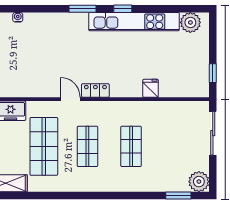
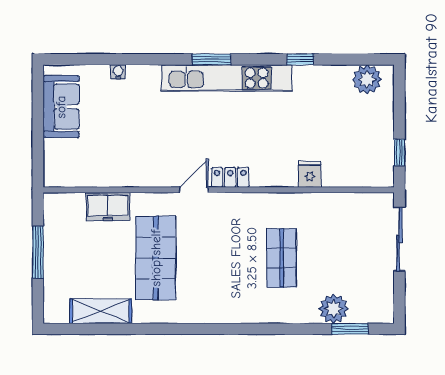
window: (123, 9) -> (300, 59), moved
kitchen unit: (134, 22) -> (227, 78), moved
door: (70, 99) -> (194, 190), hinge flipped
shop shelf: (87, 146) -> (219, 258), removed
plant: (199, 182) -> (334, 309), moved

